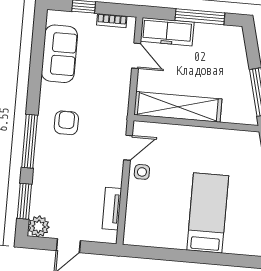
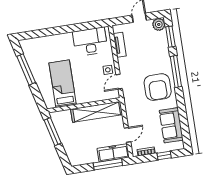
window: (200, 17) -> (108, 164), moved
door: (136, 56) -> (127, 135), swing flipped
armchair: (66, 123) -> (158, 87), width x1.88, depth x1.88
bed: (208, 213) -> (63, 84), moved, turned 180
desk: (160, 226) -> (90, 42), added

